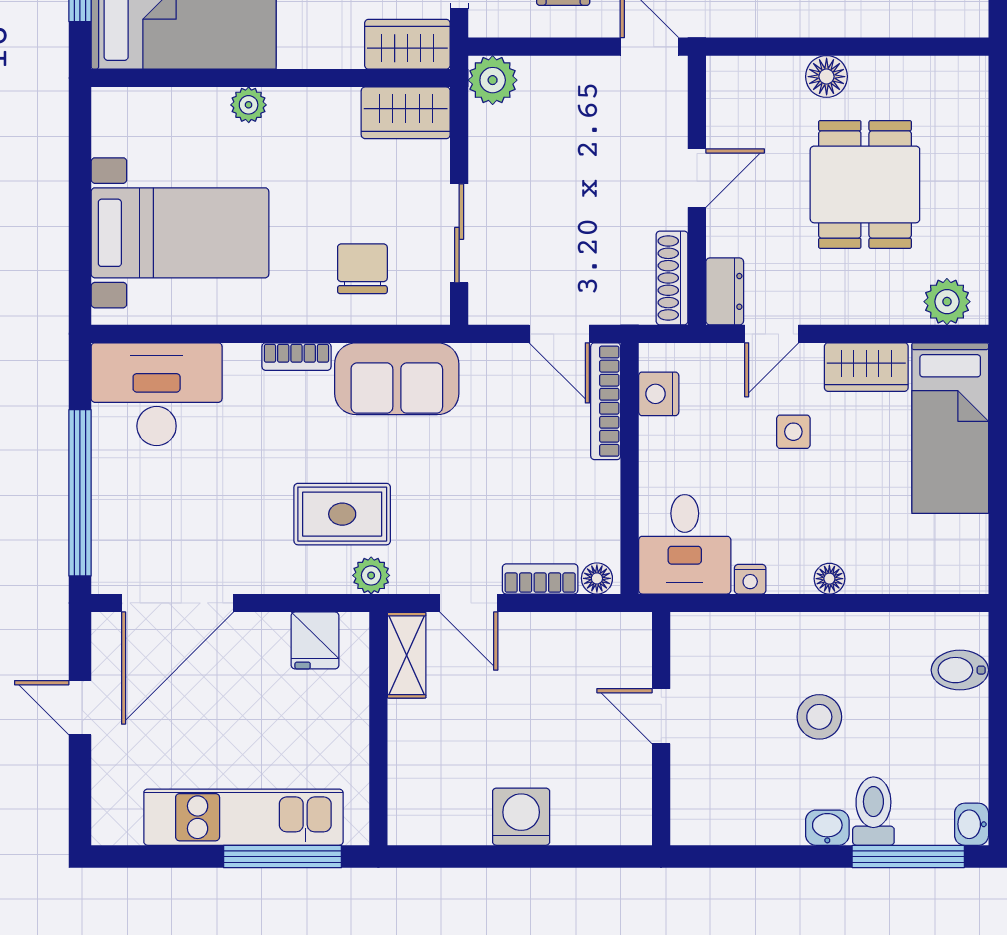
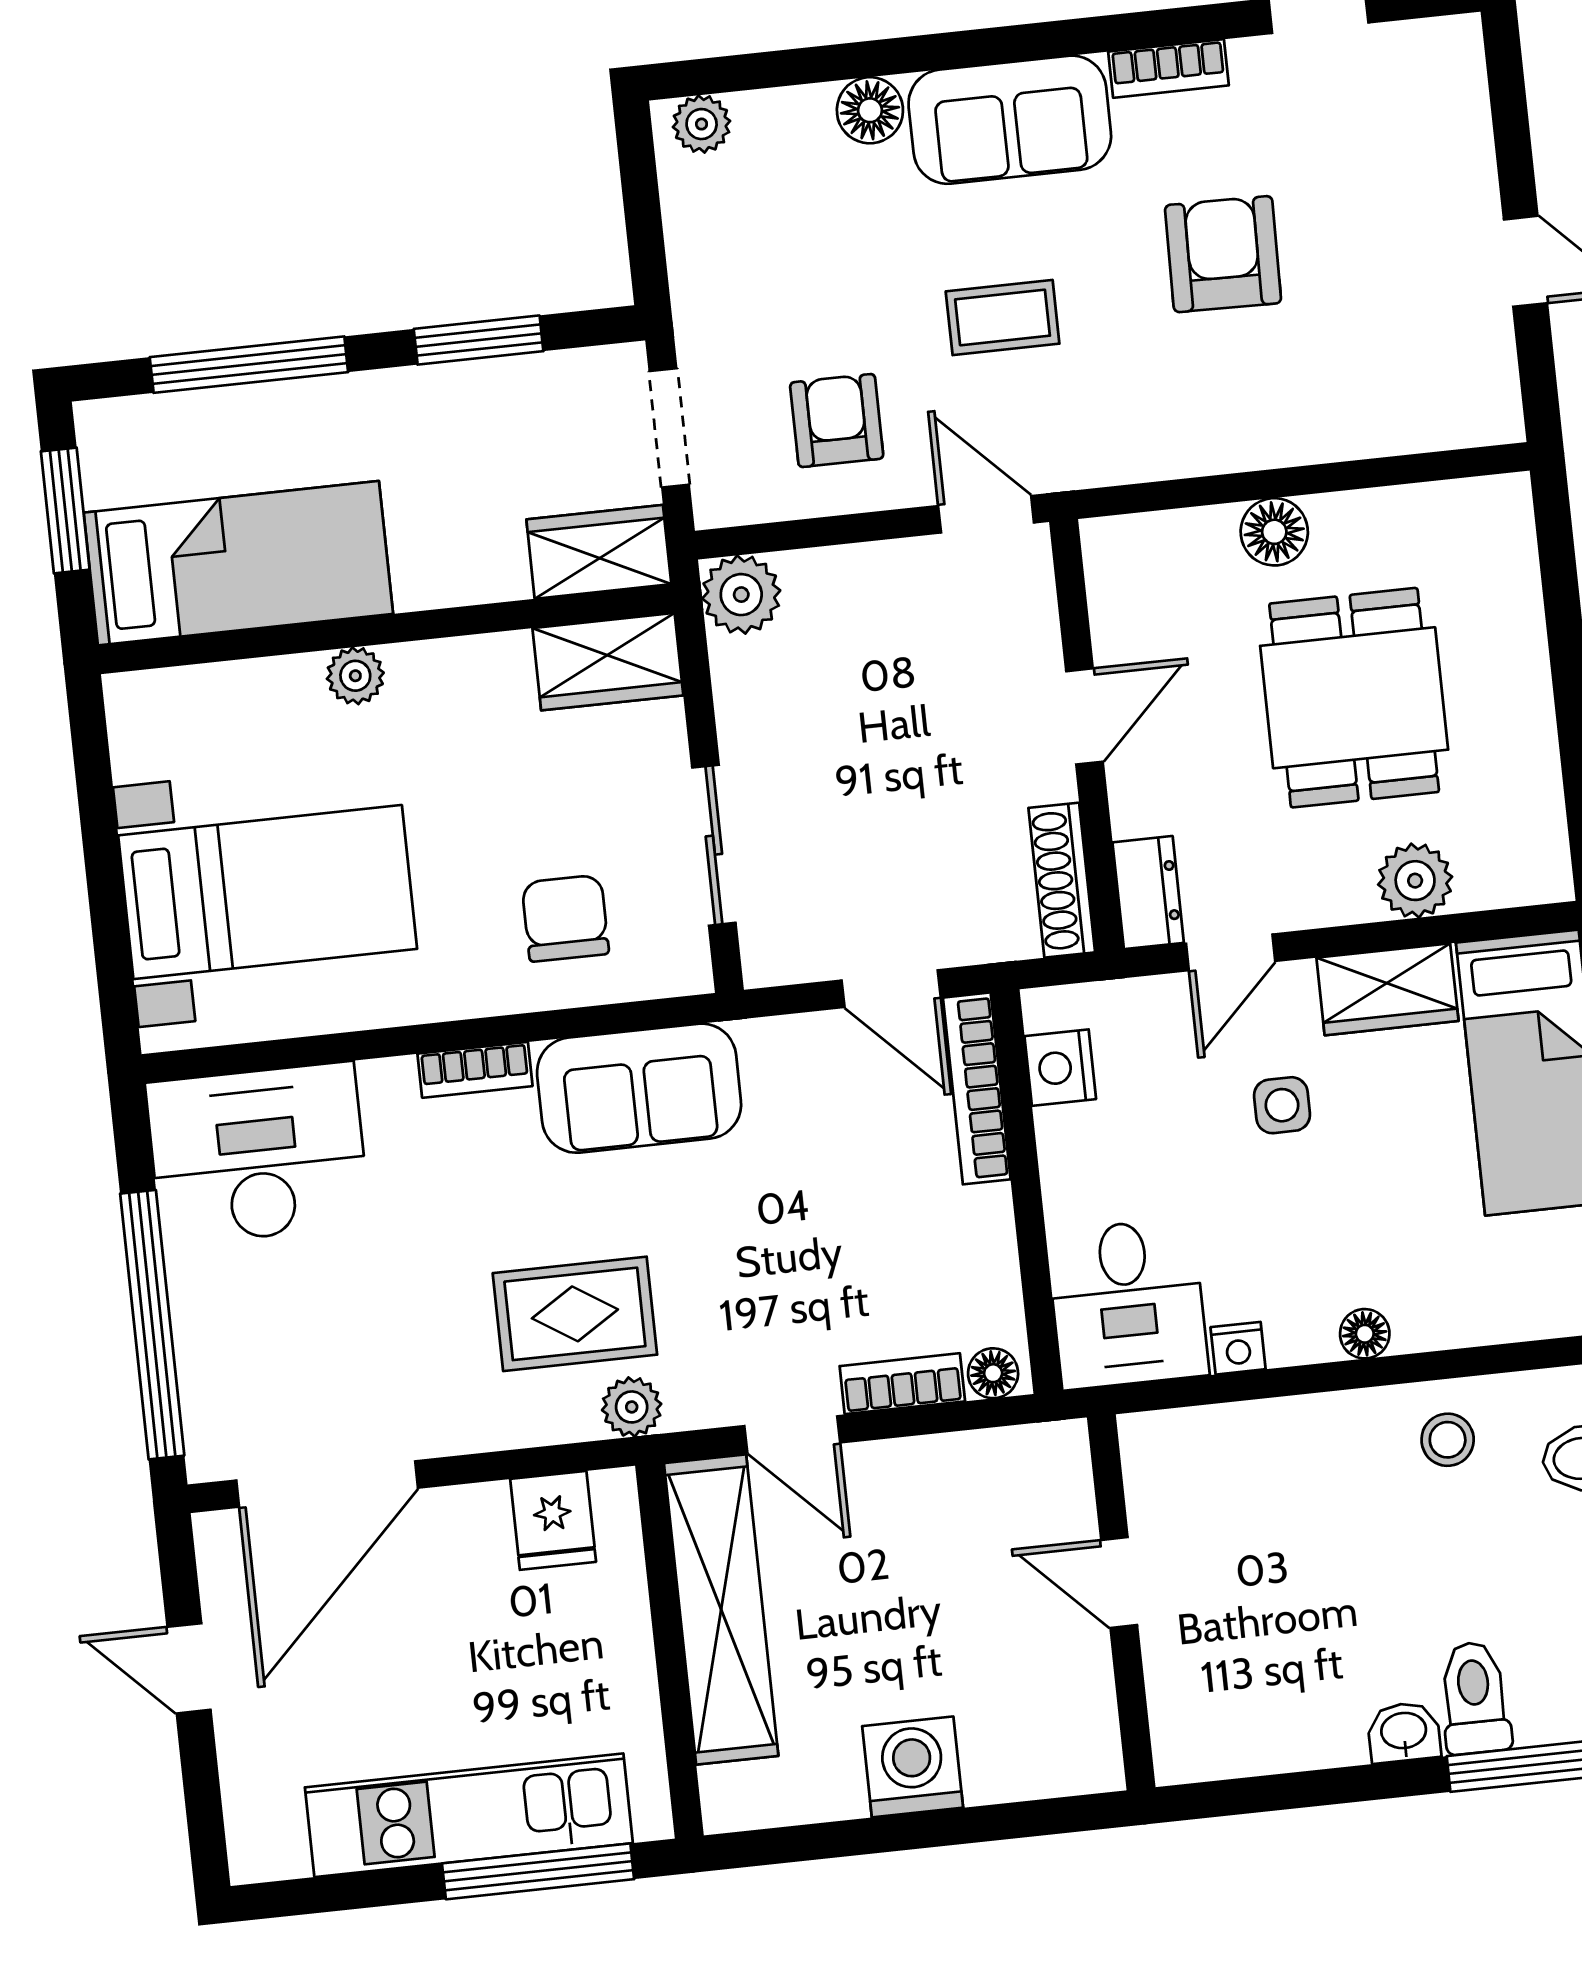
plant: (947, 302) -> (1415, 881), moved
shelving: (407, 655) -> (721, 1610), width x2.20, depth x1.33
stool: (819, 717) -> (1448, 1440), moved, width x0.73, depth x0.73

